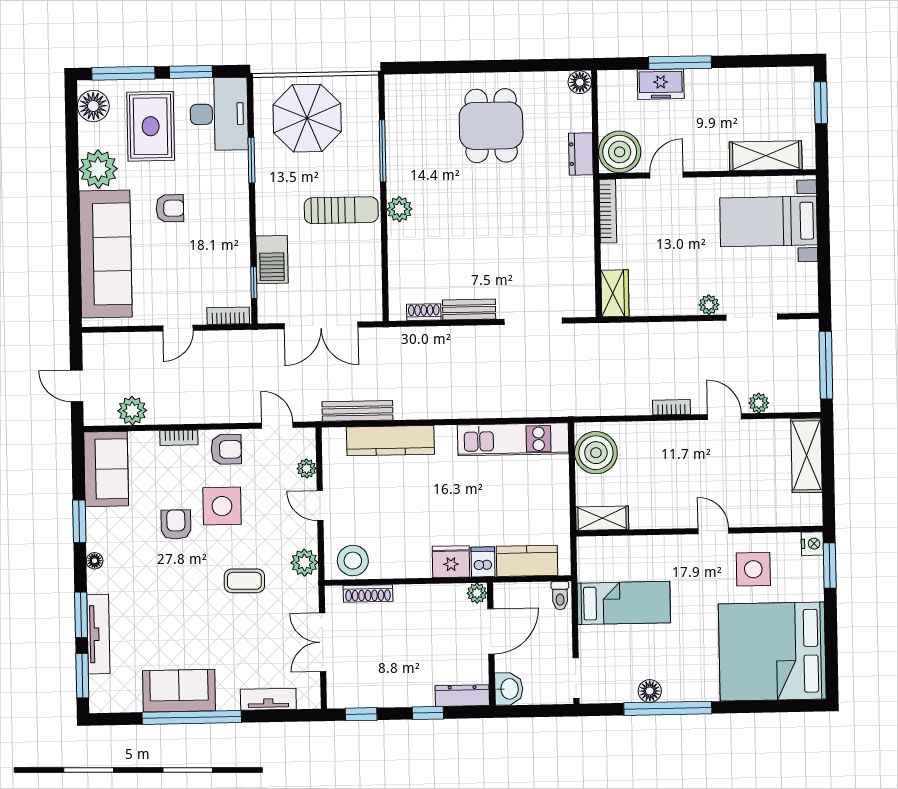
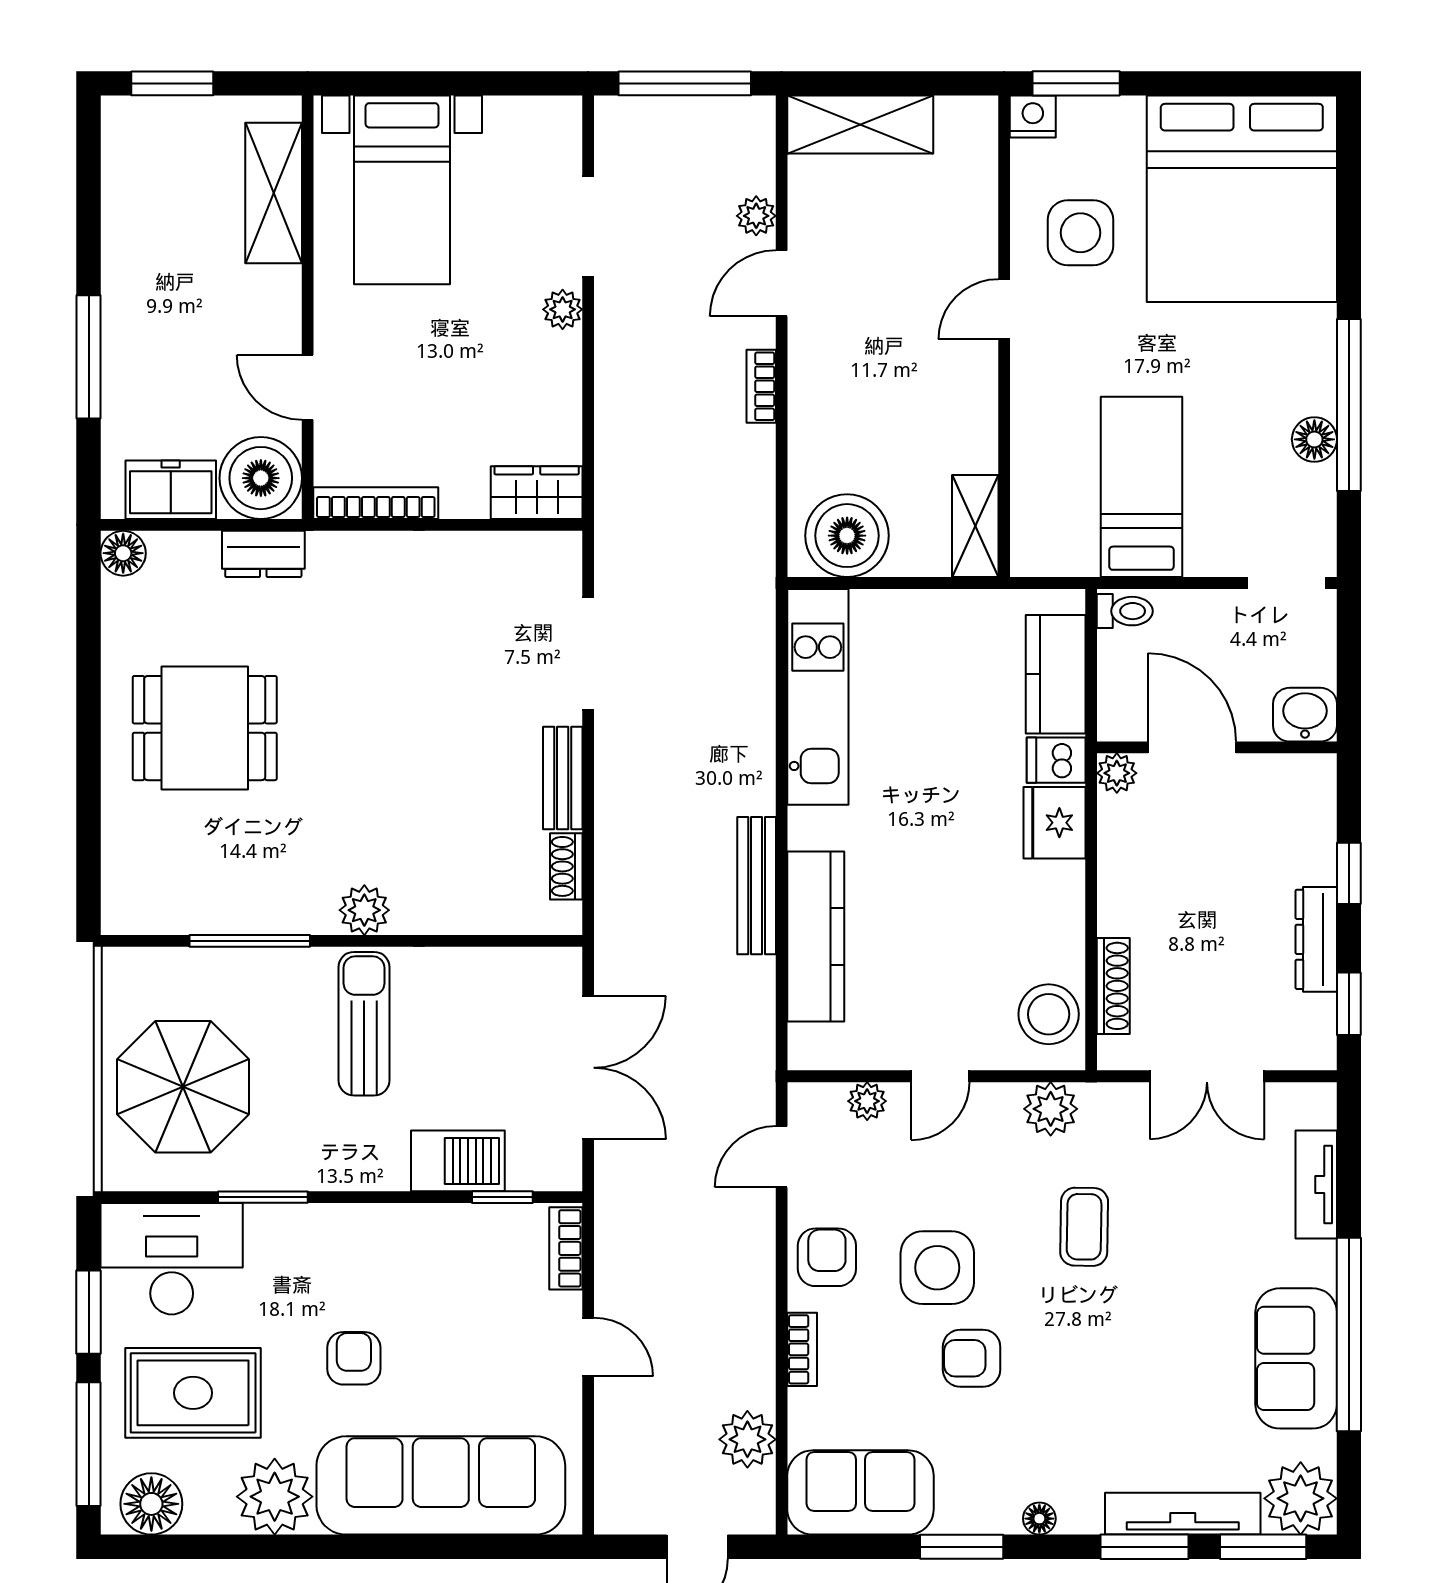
freezer: (661, 84) -> (171, 490), moved, turned -90
bench: (357, 411) -> (757, 886), moved
plant: (107, 694) -> (1301, 1498), added
dresser: (462, 696) -> (1316, 939), moved

